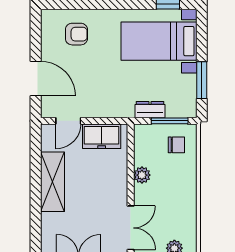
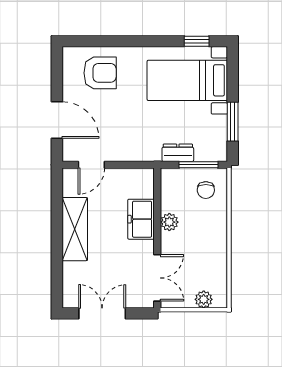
armchair: (76, 34) -> (100, 73), width x1.38, depth x1.38
freezer: (102, 136) -> (141, 219), moved, turned 90
chair: (176, 145) -> (206, 190), turned 90

